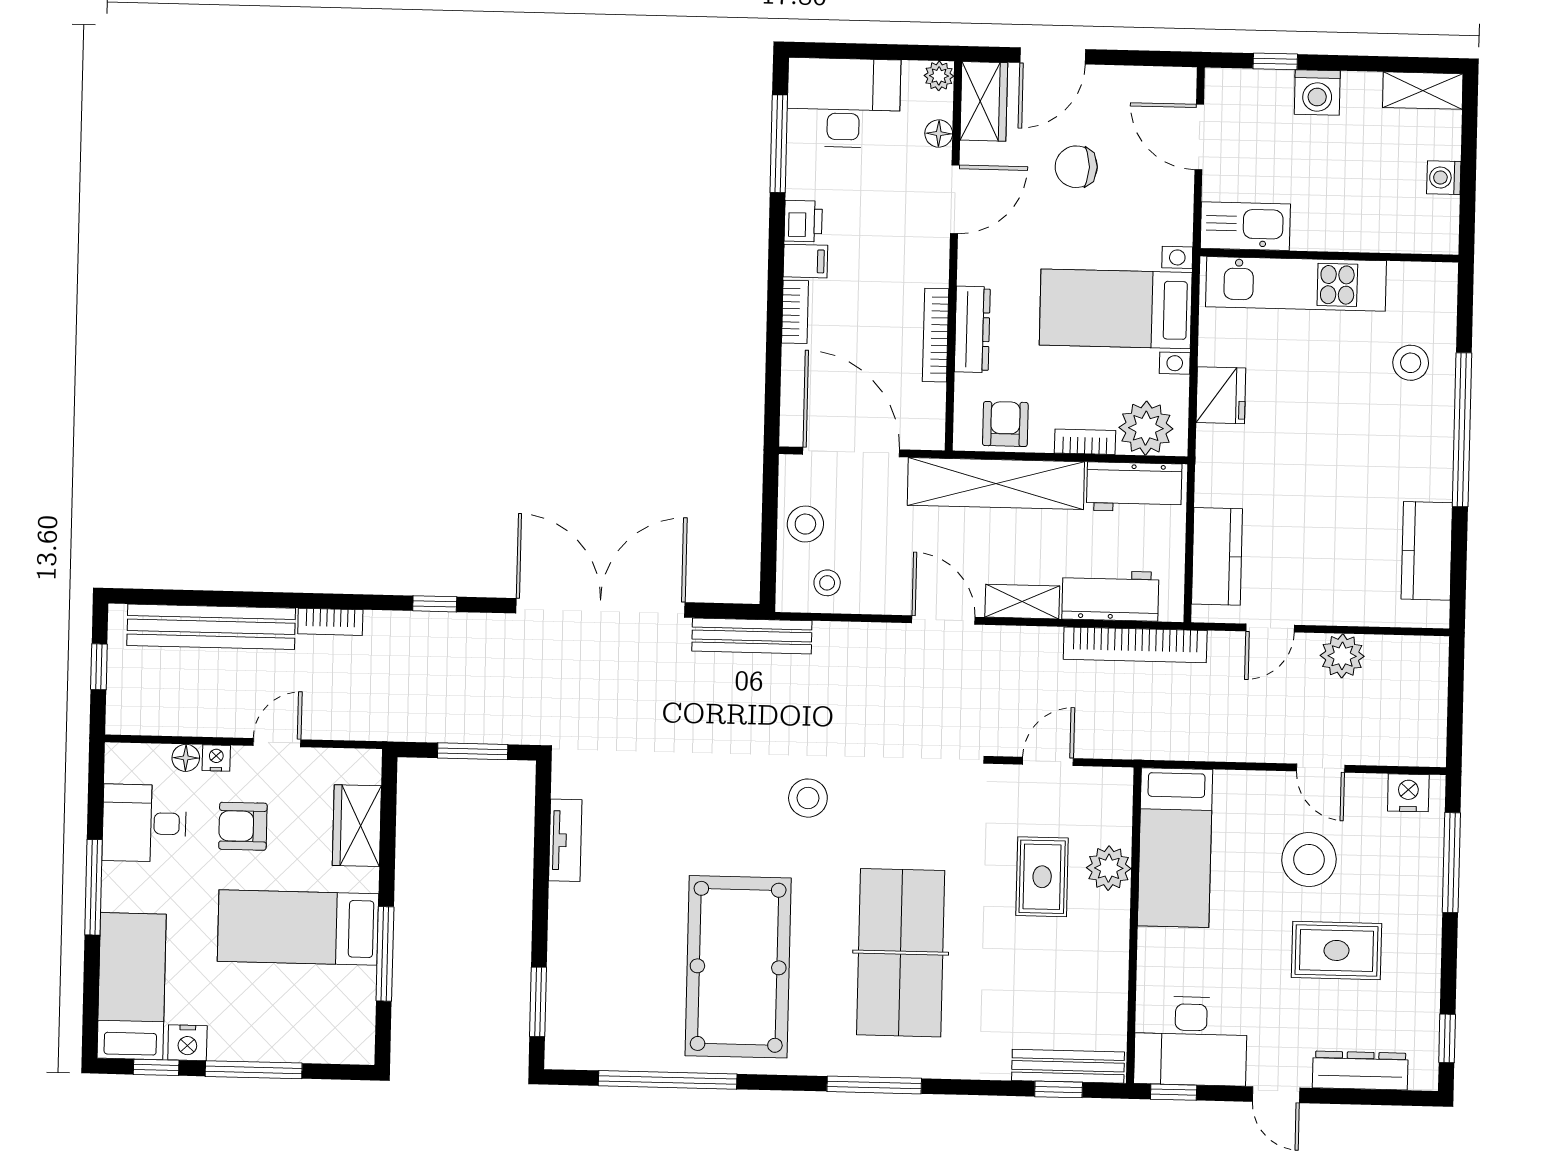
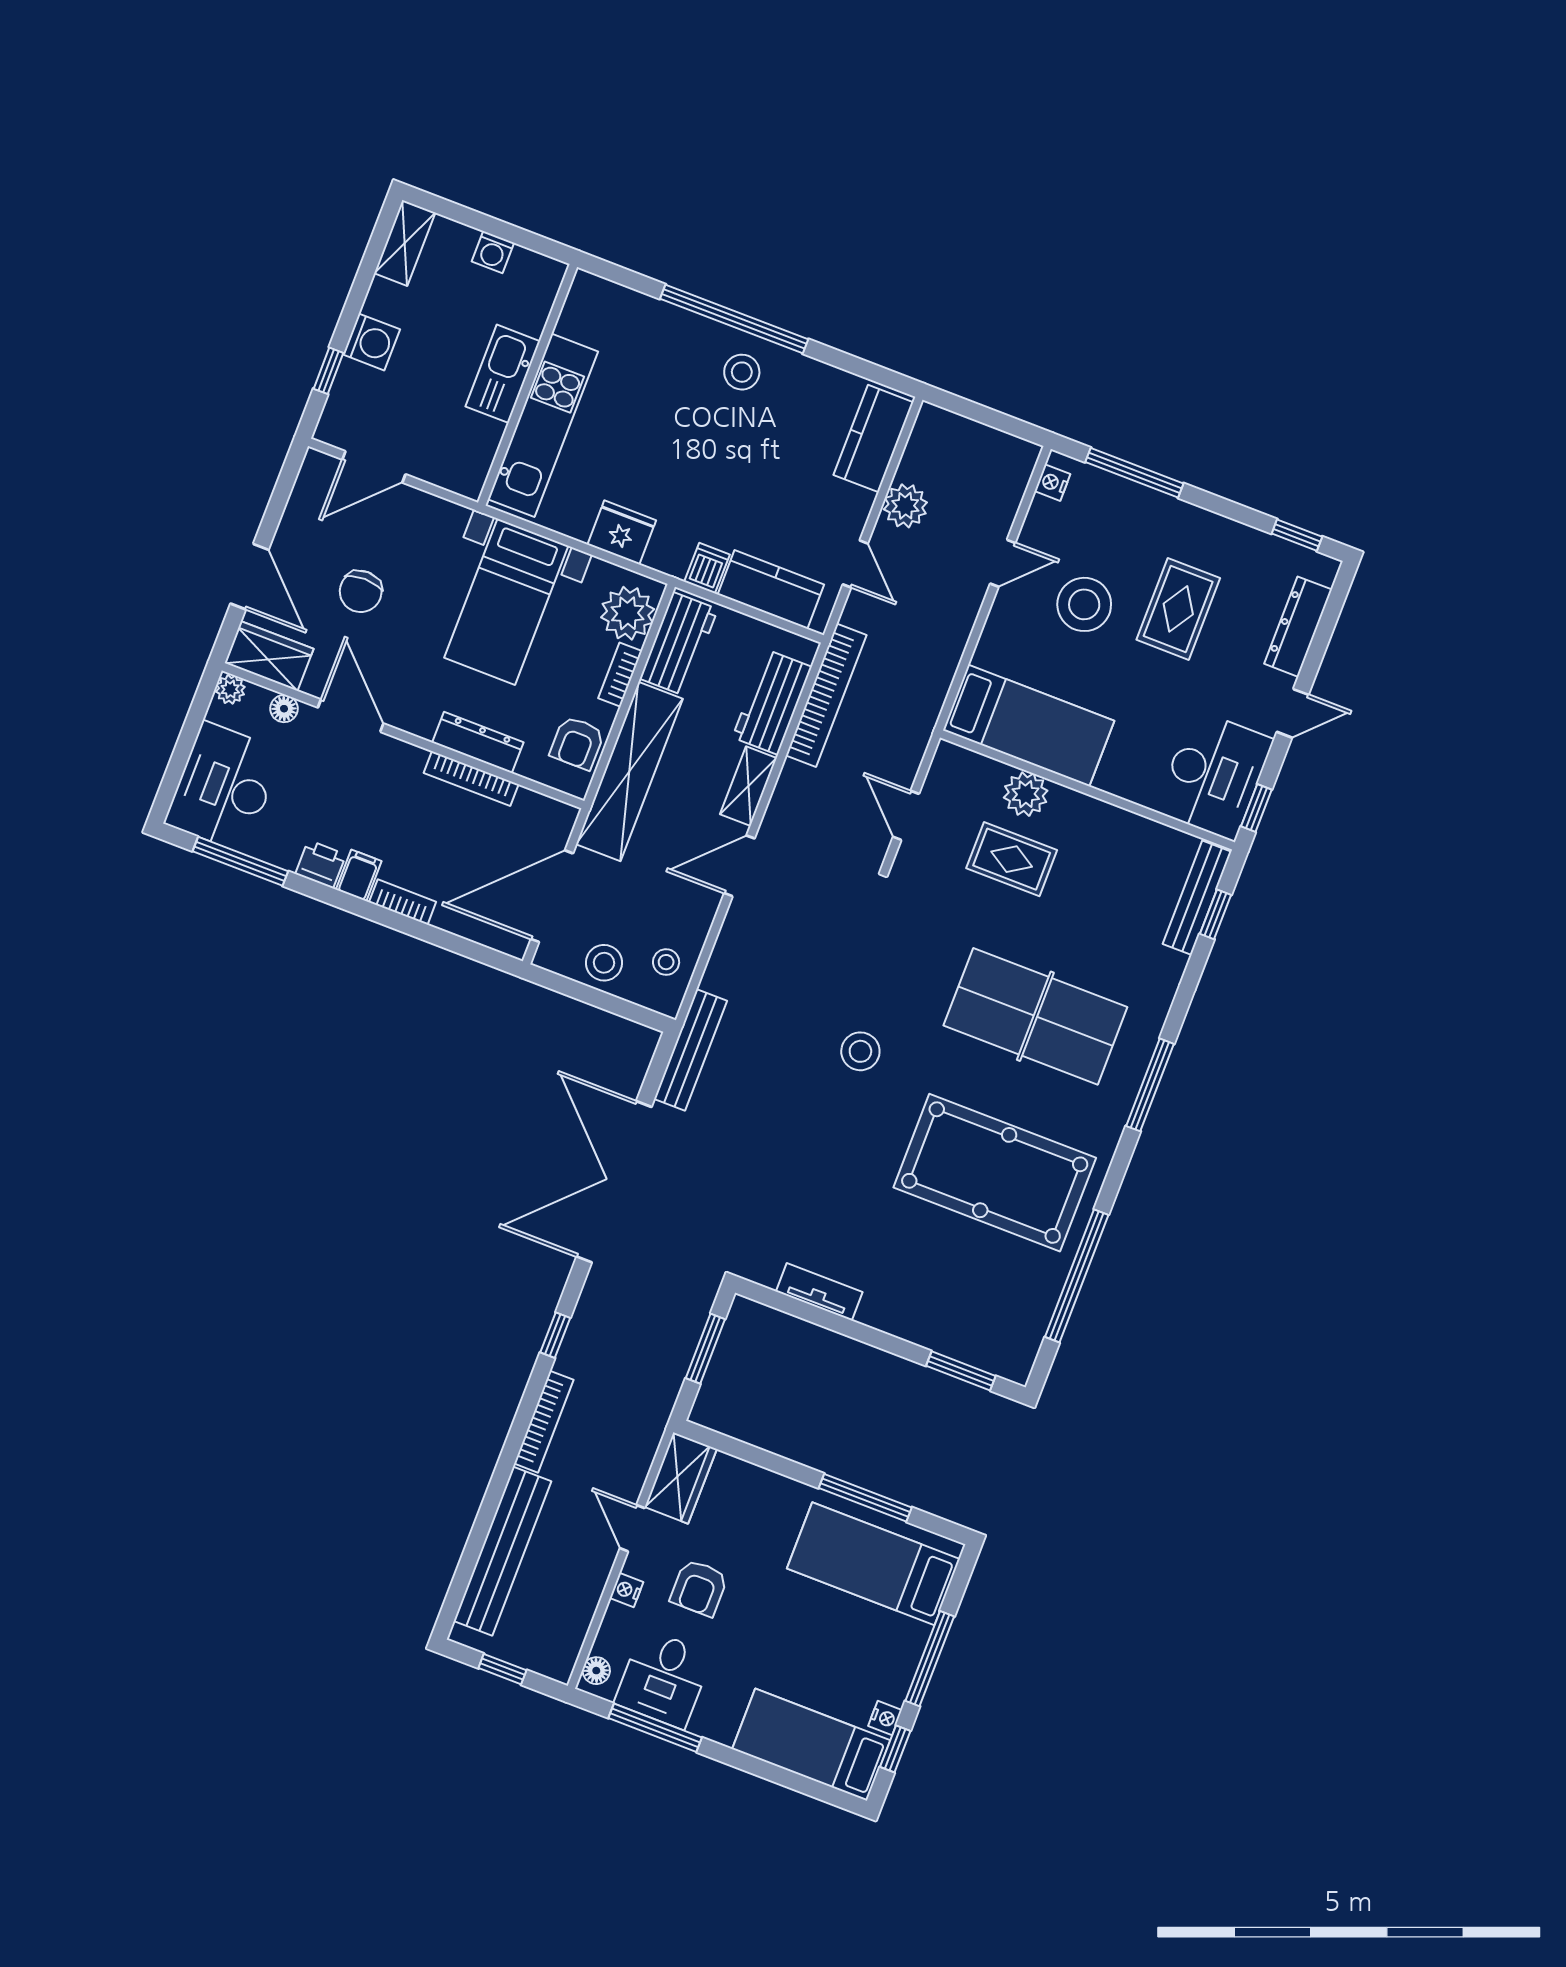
kitchen sink: (1245, 226) -> (503, 374), moved
stool: (1411, 363) -> (742, 372), moved
armchair: (1005, 424) -> (577, 743), turned -90
dishwasher: (1216, 488) -> (707, 568), added
kitchen counter: (1427, 551) -> (873, 439), moved, turned 90
bookcase: (330, 622) -> (544, 1422), width x1.56
floor lamp: (186, 758) -> (596, 1671), moved
nightstand: (1408, 793) -> (1052, 483), width x0.72, depth x0.74
wardrobe: (357, 826) -> (681, 1478), moved, turned -90
window: (94, 887) -> (655, 1728), moved
bed: (298, 927) -> (873, 1564), moved, turned 90
nightstand: (187, 1043) -> (885, 1718), width x0.72, depth x0.74

